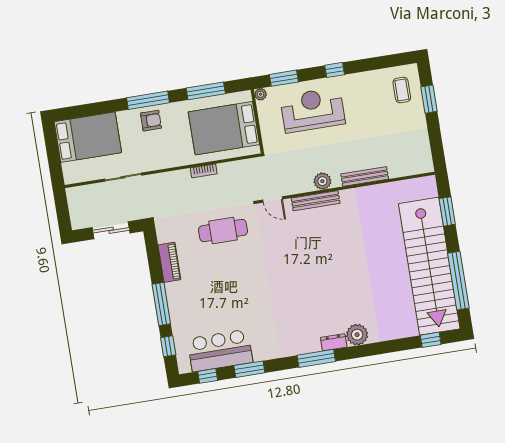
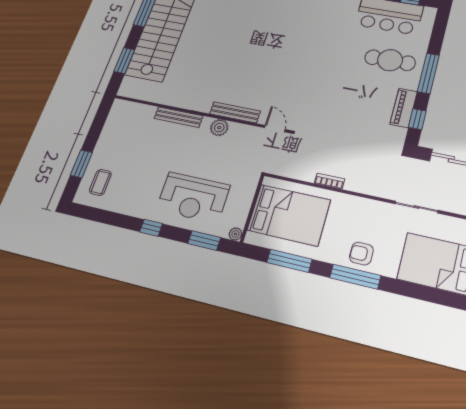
cafe table: (223, 231) -> (390, 60), moved
window: (168, 346) -> (417, 119), moved

